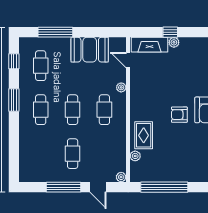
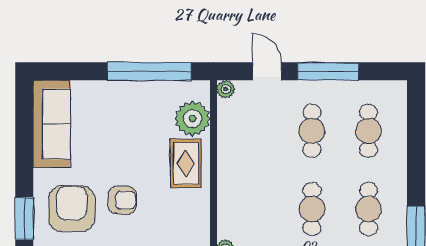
cafe table: (104, 110) -> (369, 131), moved
plant: (135, 156) -> (192, 119), width x1.88, depth x1.88

